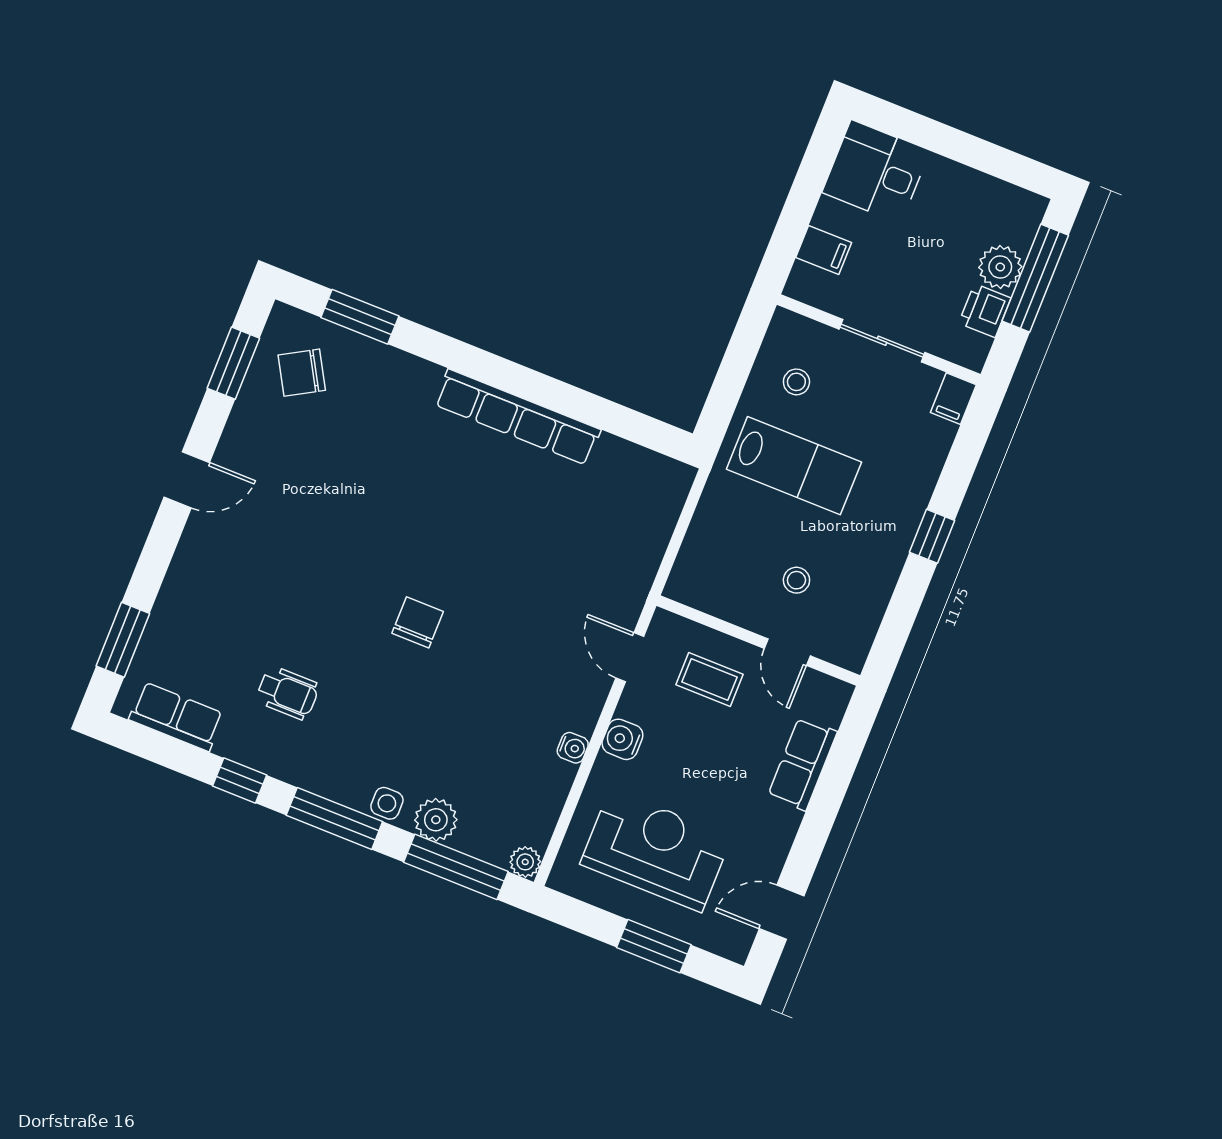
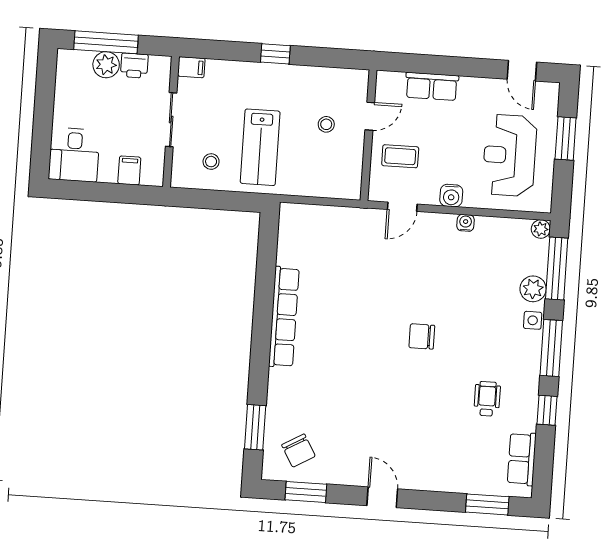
lab bench: (794, 466) -> (260, 147), turned 180
coffee table: (710, 679) -> (400, 156), turned 90

